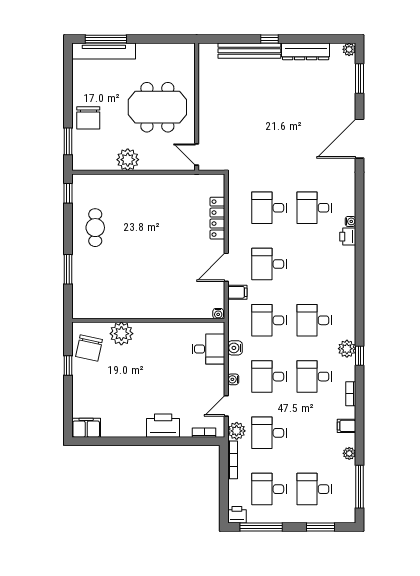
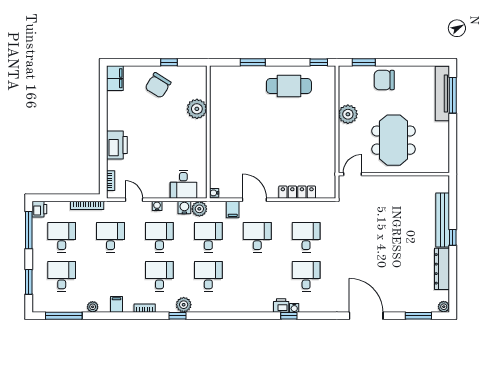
cafe table: (95, 228) -> (289, 86), width x1.37, depth x1.35
window: (359, 228) -> (289, 316), added
chair: (89, 348) -> (158, 85), moved, turned -70
plant: (237, 431) -> (199, 209), moved

